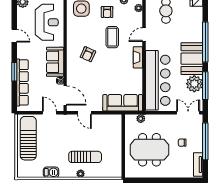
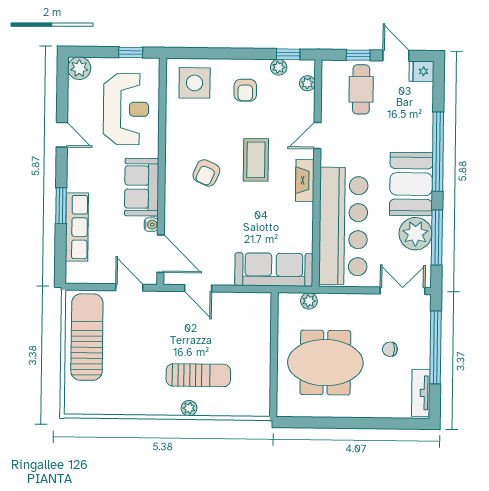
coffee table: (112, 37) -> (256, 160), moved
row of seats: (23, 82) -> (77, 227), width x0.73
barbecue: (51, 172) -> (131, 405), removed

